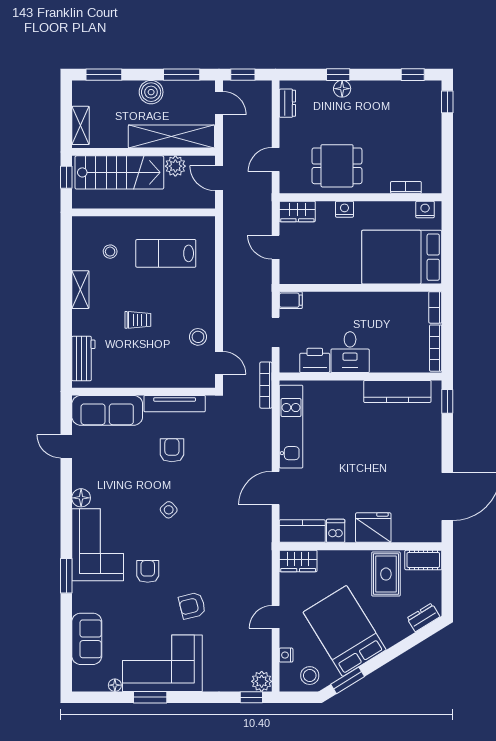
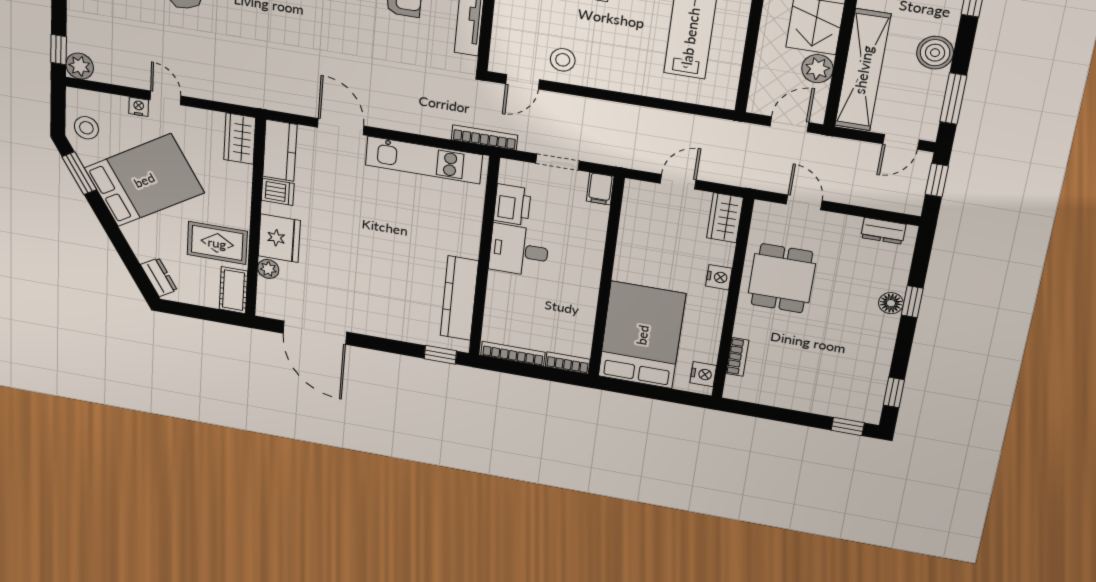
plant: (400, 535) -> (268, 269), added
nightstand: (286, 655) -> (139, 107), moved

